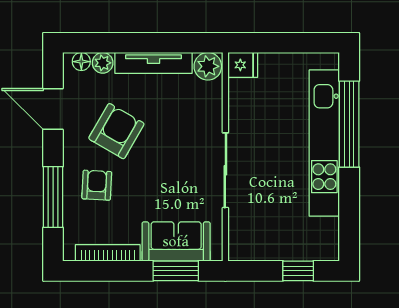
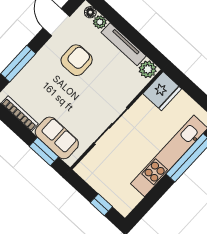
fridge: (243, 65) -> (162, 91), width x1.88, depth x1.34
armchair: (116, 131) -> (77, 60), turned -30
armchair: (97, 185) -> (44, 77), removed

